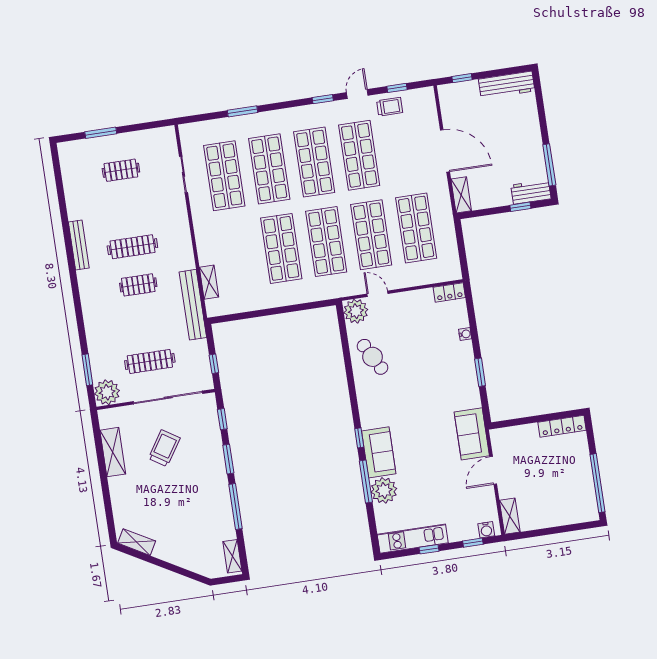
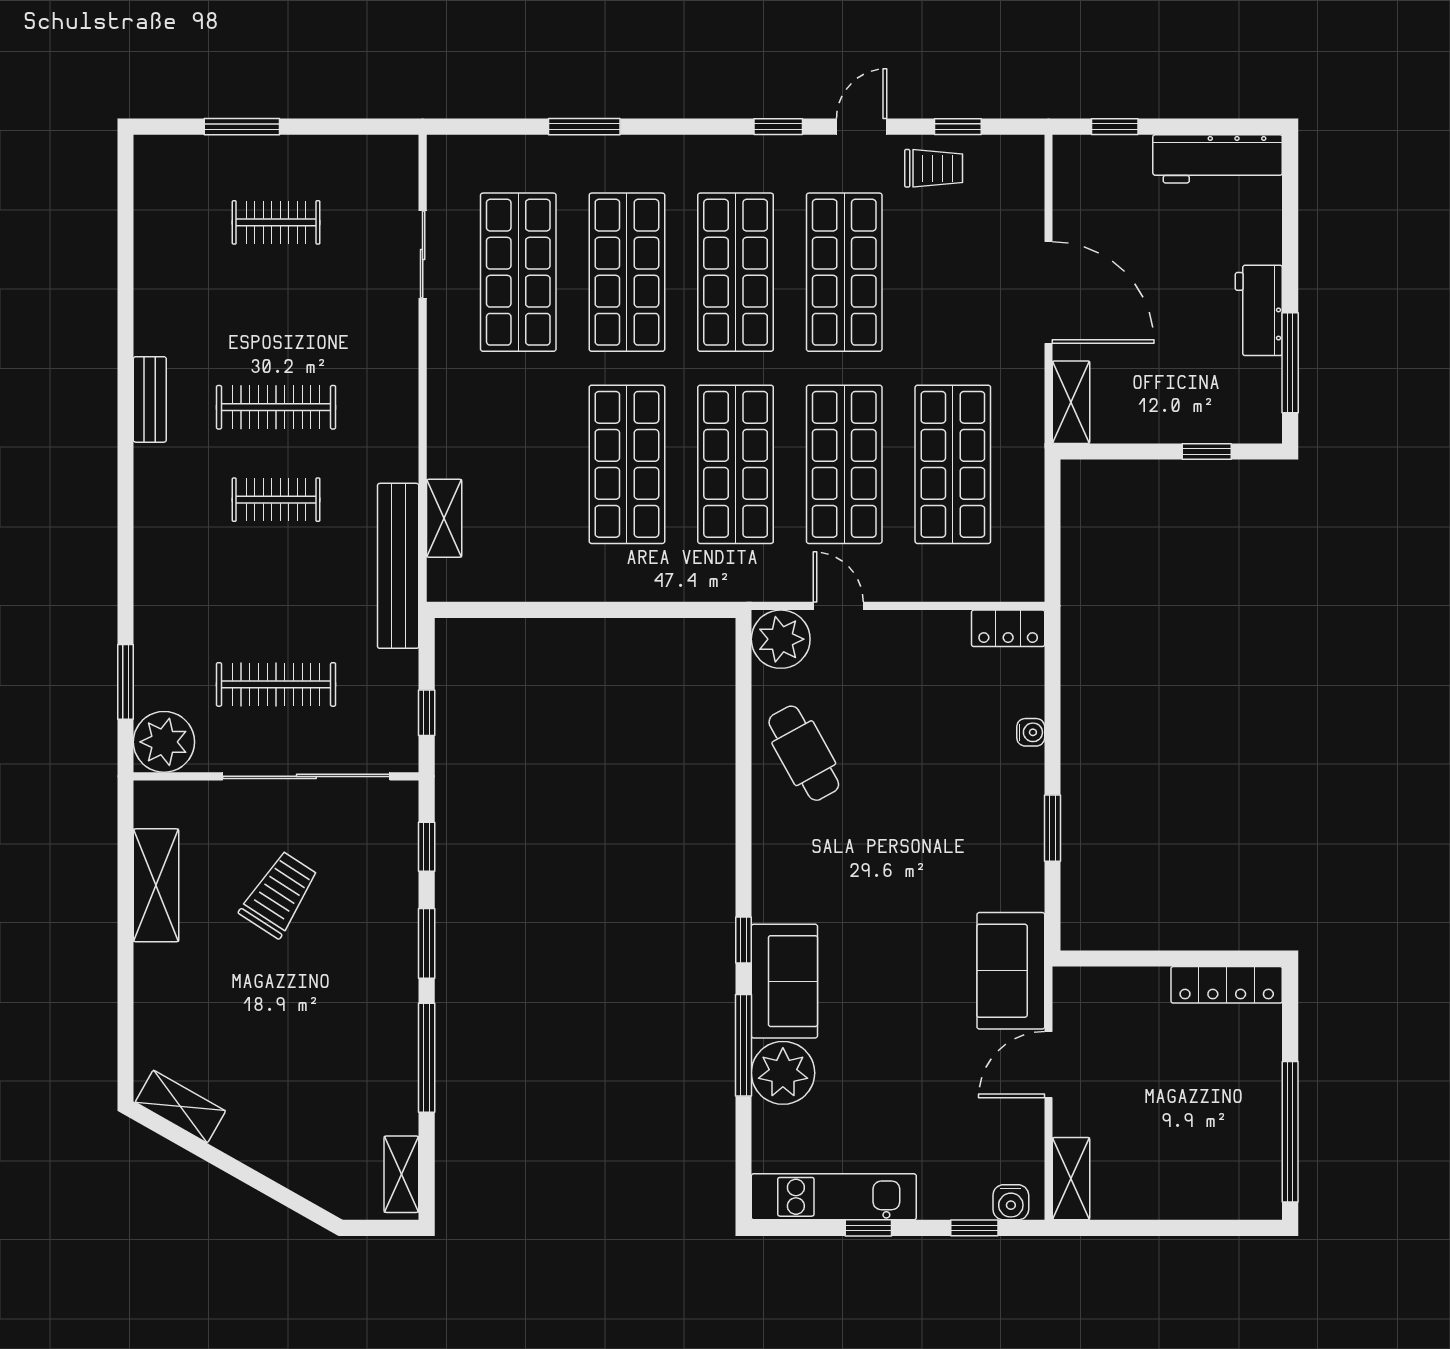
workbench: (531, 192) -> (1259, 310), moved, turned -90
bench: (79, 245) -> (150, 399), width x0.73

